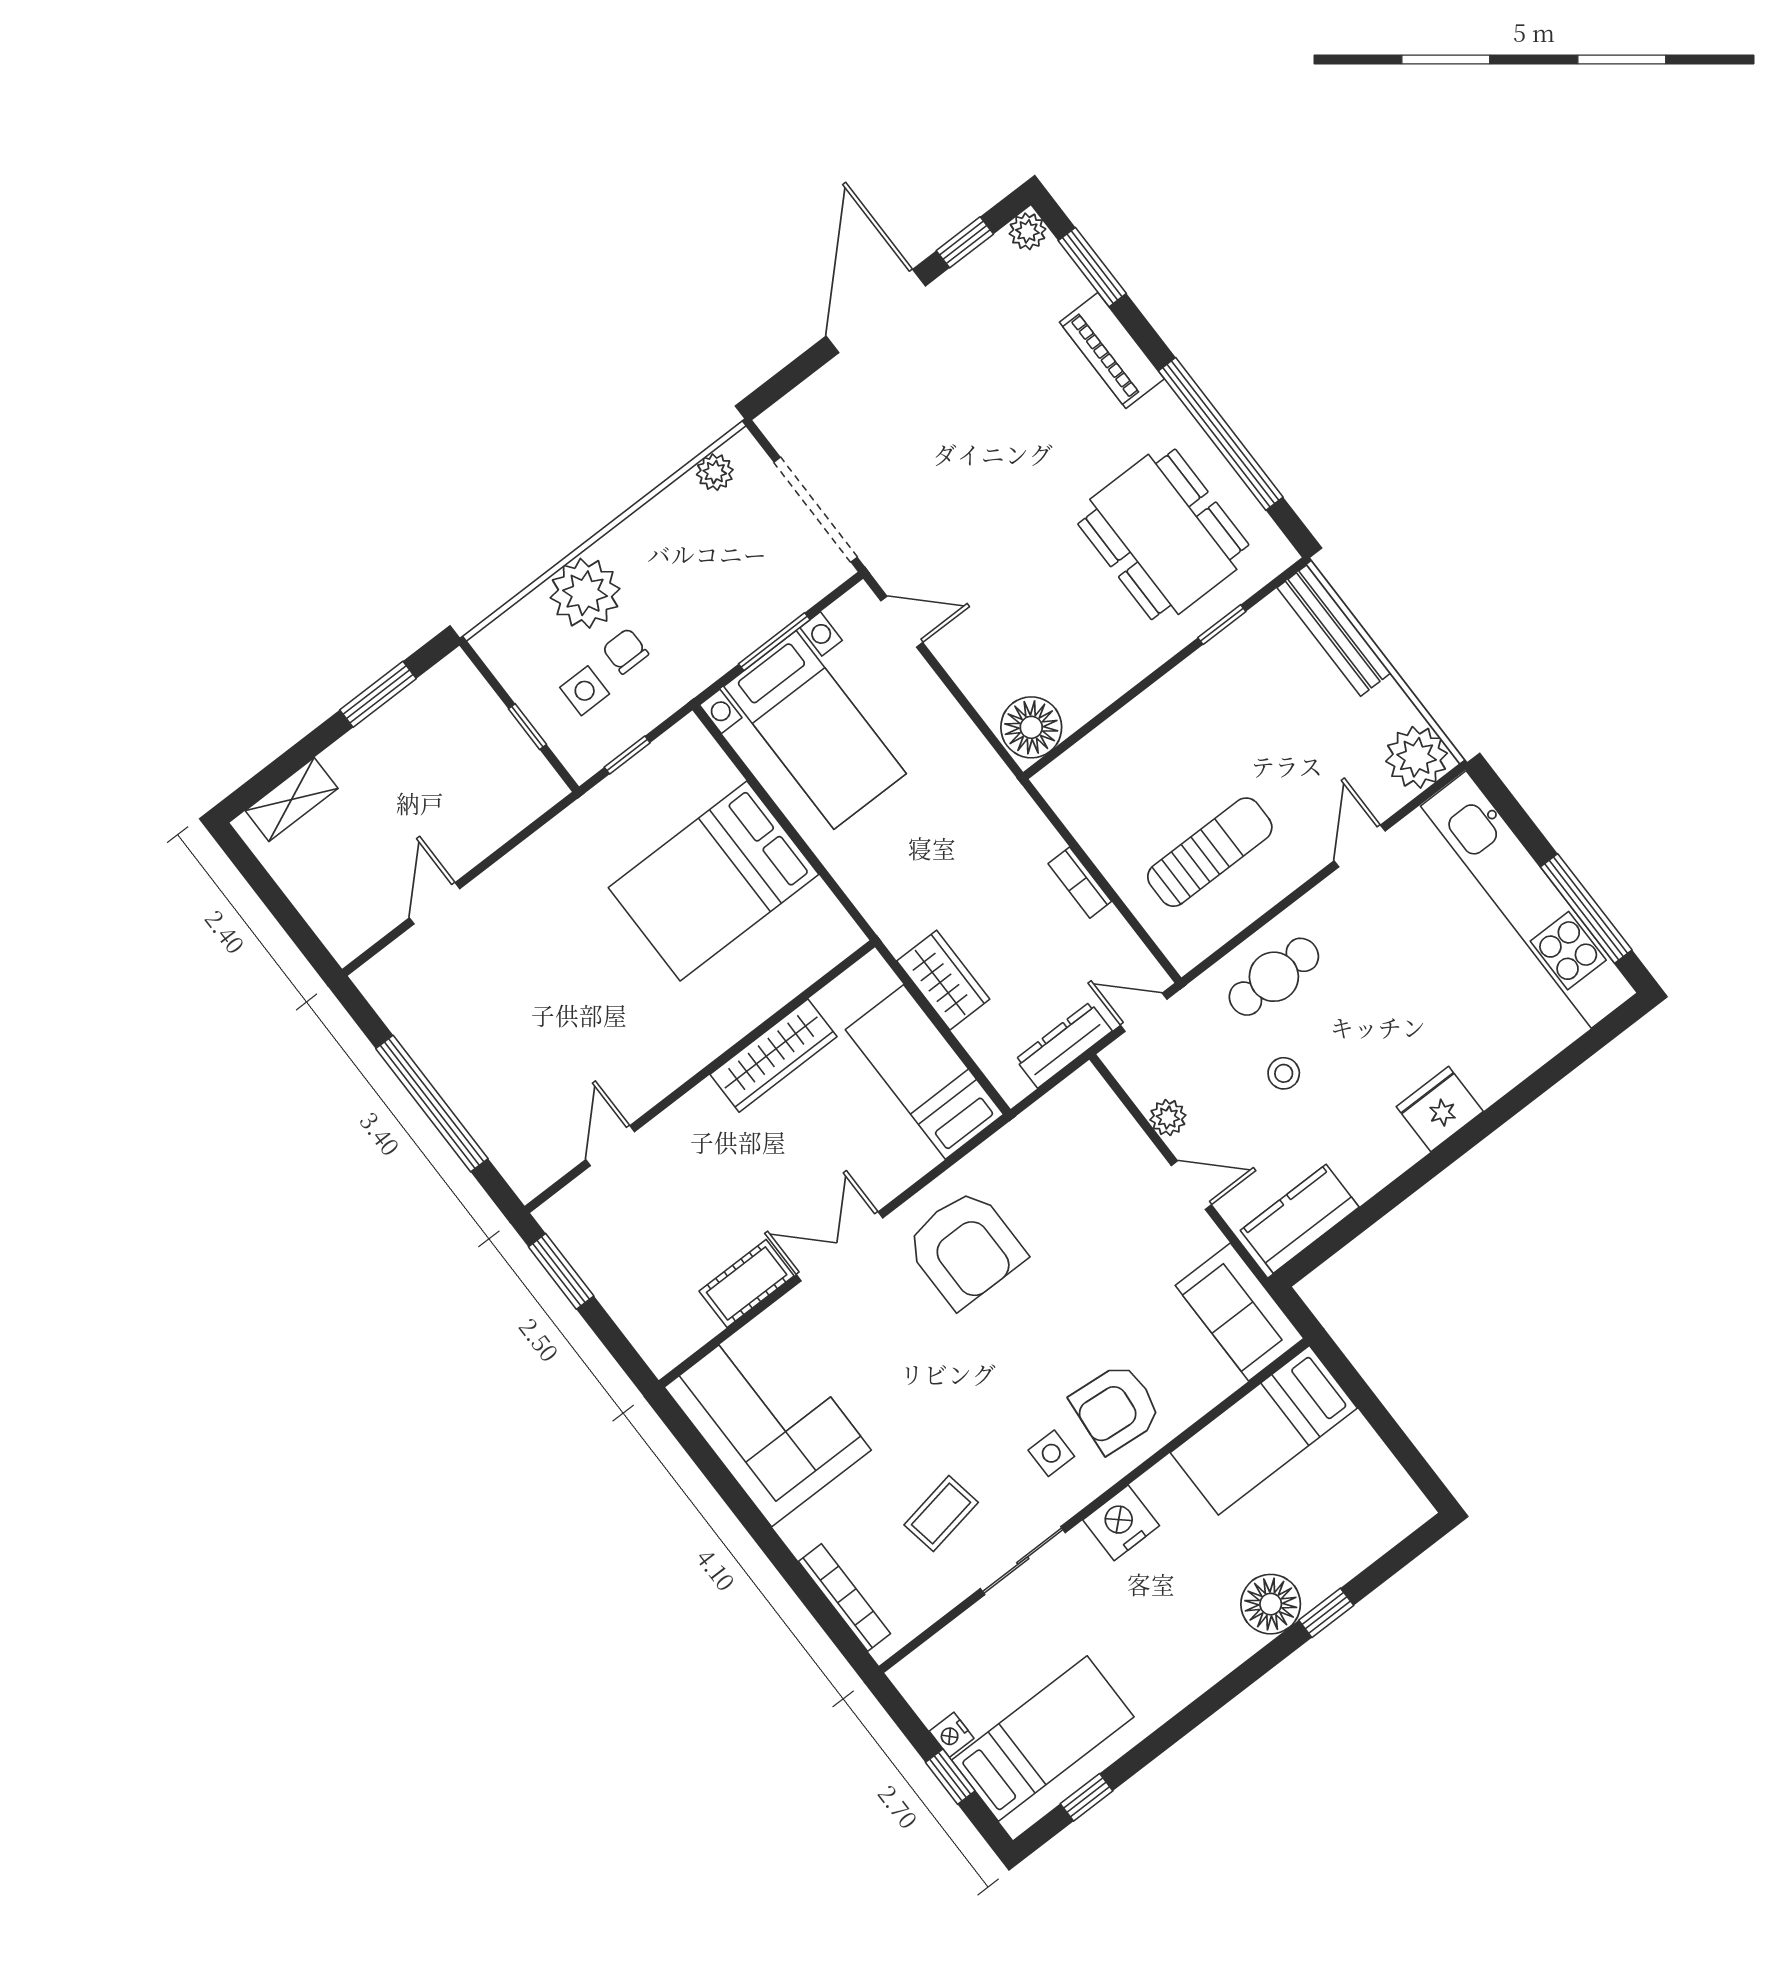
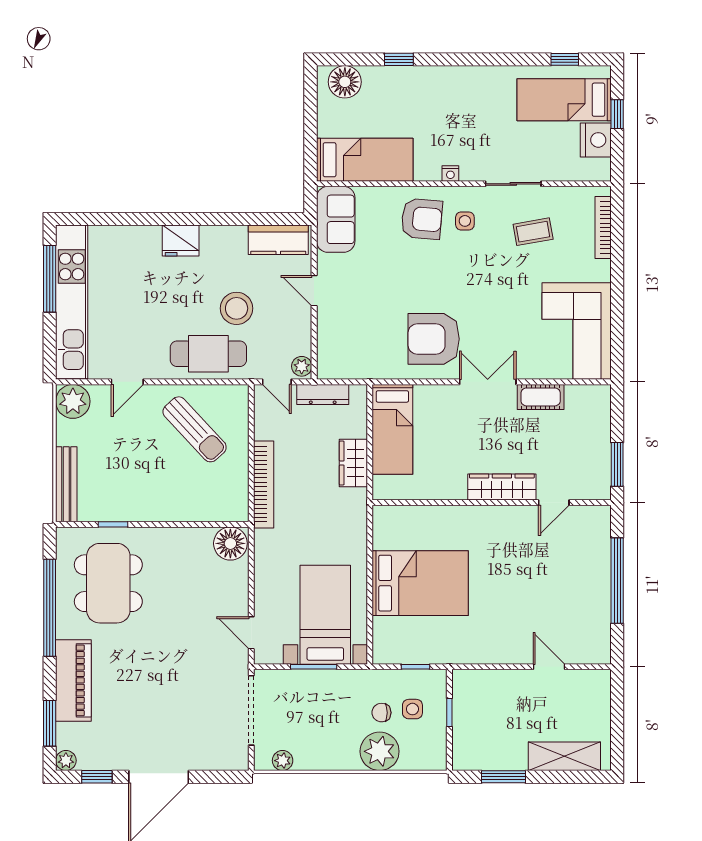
piano: (1112, 351) -> (73, 680), width x1.37, depth x1.33
chair: (625, 651) -> (381, 713), turned 90
shelving: (292, 799) -> (564, 756), width x1.50, depth x1.33
sun lounger: (1210, 852) -> (195, 429), turned -133
bookcase: (1080, 883) -> (264, 484), width x2.31, depth x1.31
door: (435, 903) -> (549, 667), swing flipped
cafe table: (1274, 977) -> (208, 354), width x1.37, depth x1.35
wardrobe: (773, 1056) -> (502, 487), moved
stool: (1284, 1073) -> (237, 308), width x1.89, depth x1.89
plant: (1168, 1118) -> (302, 366), moved
double door: (840, 1246) -> (488, 382), swing flipped
armchair: (965, 1248) -> (434, 339), turned -90
nightstand: (1121, 1523) -> (450, 174), width x0.53, depth x0.56
floor lamp: (1271, 1604) -> (345, 82), moved
nightstand: (952, 1735) -> (596, 140), width x1.89, depth x1.79

